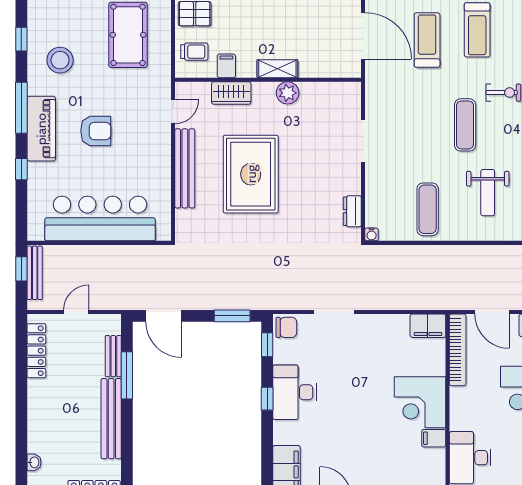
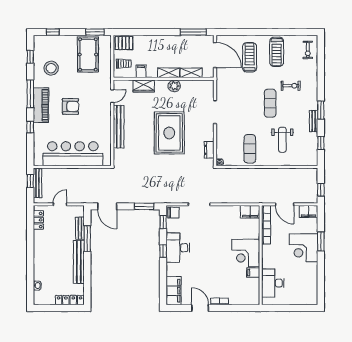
shelving: (319, 69) -> (191, 73), added
rug: (251, 174) -> (169, 133), moved
locker: (36, 351) -> (38, 220), width x0.66

